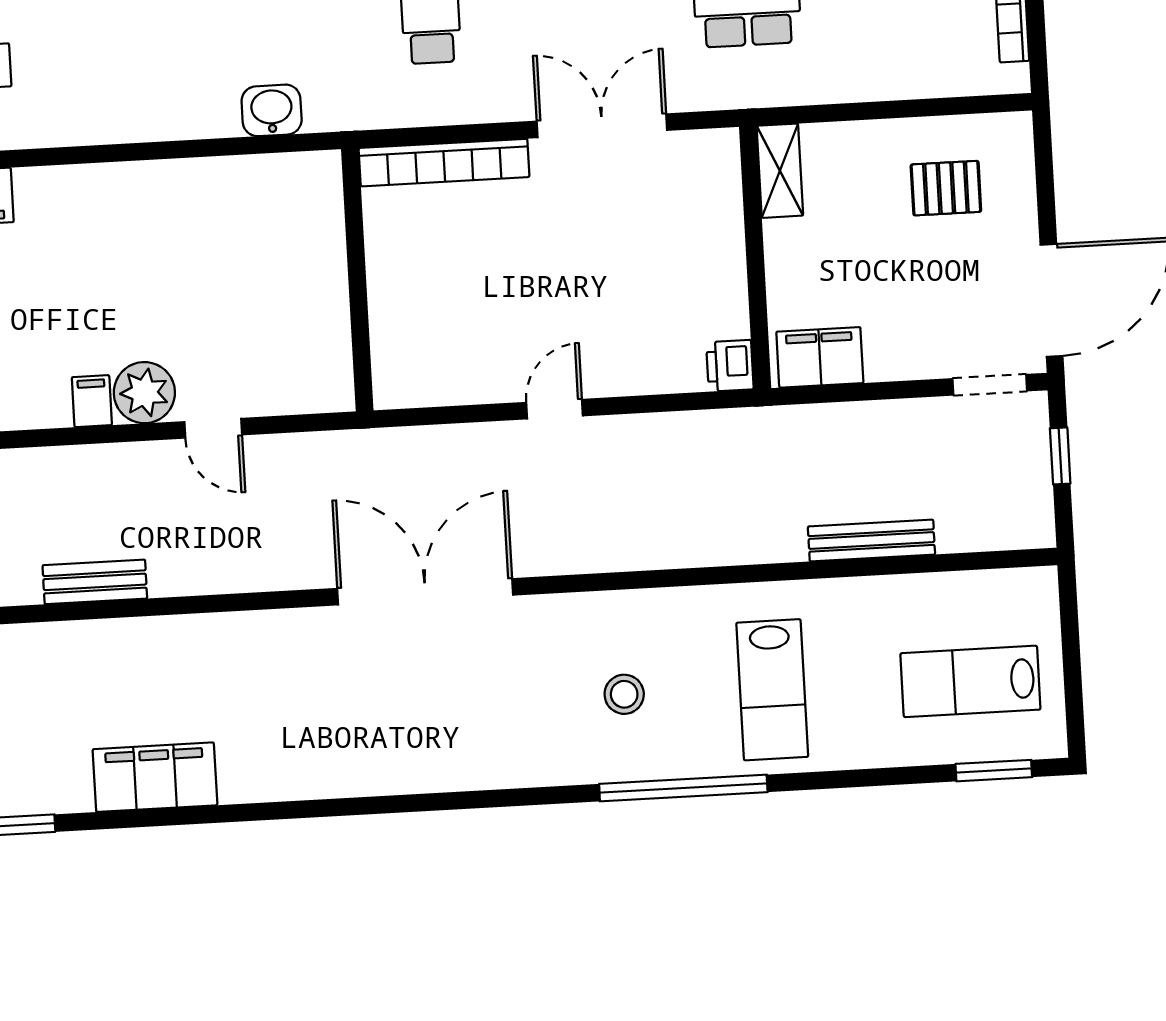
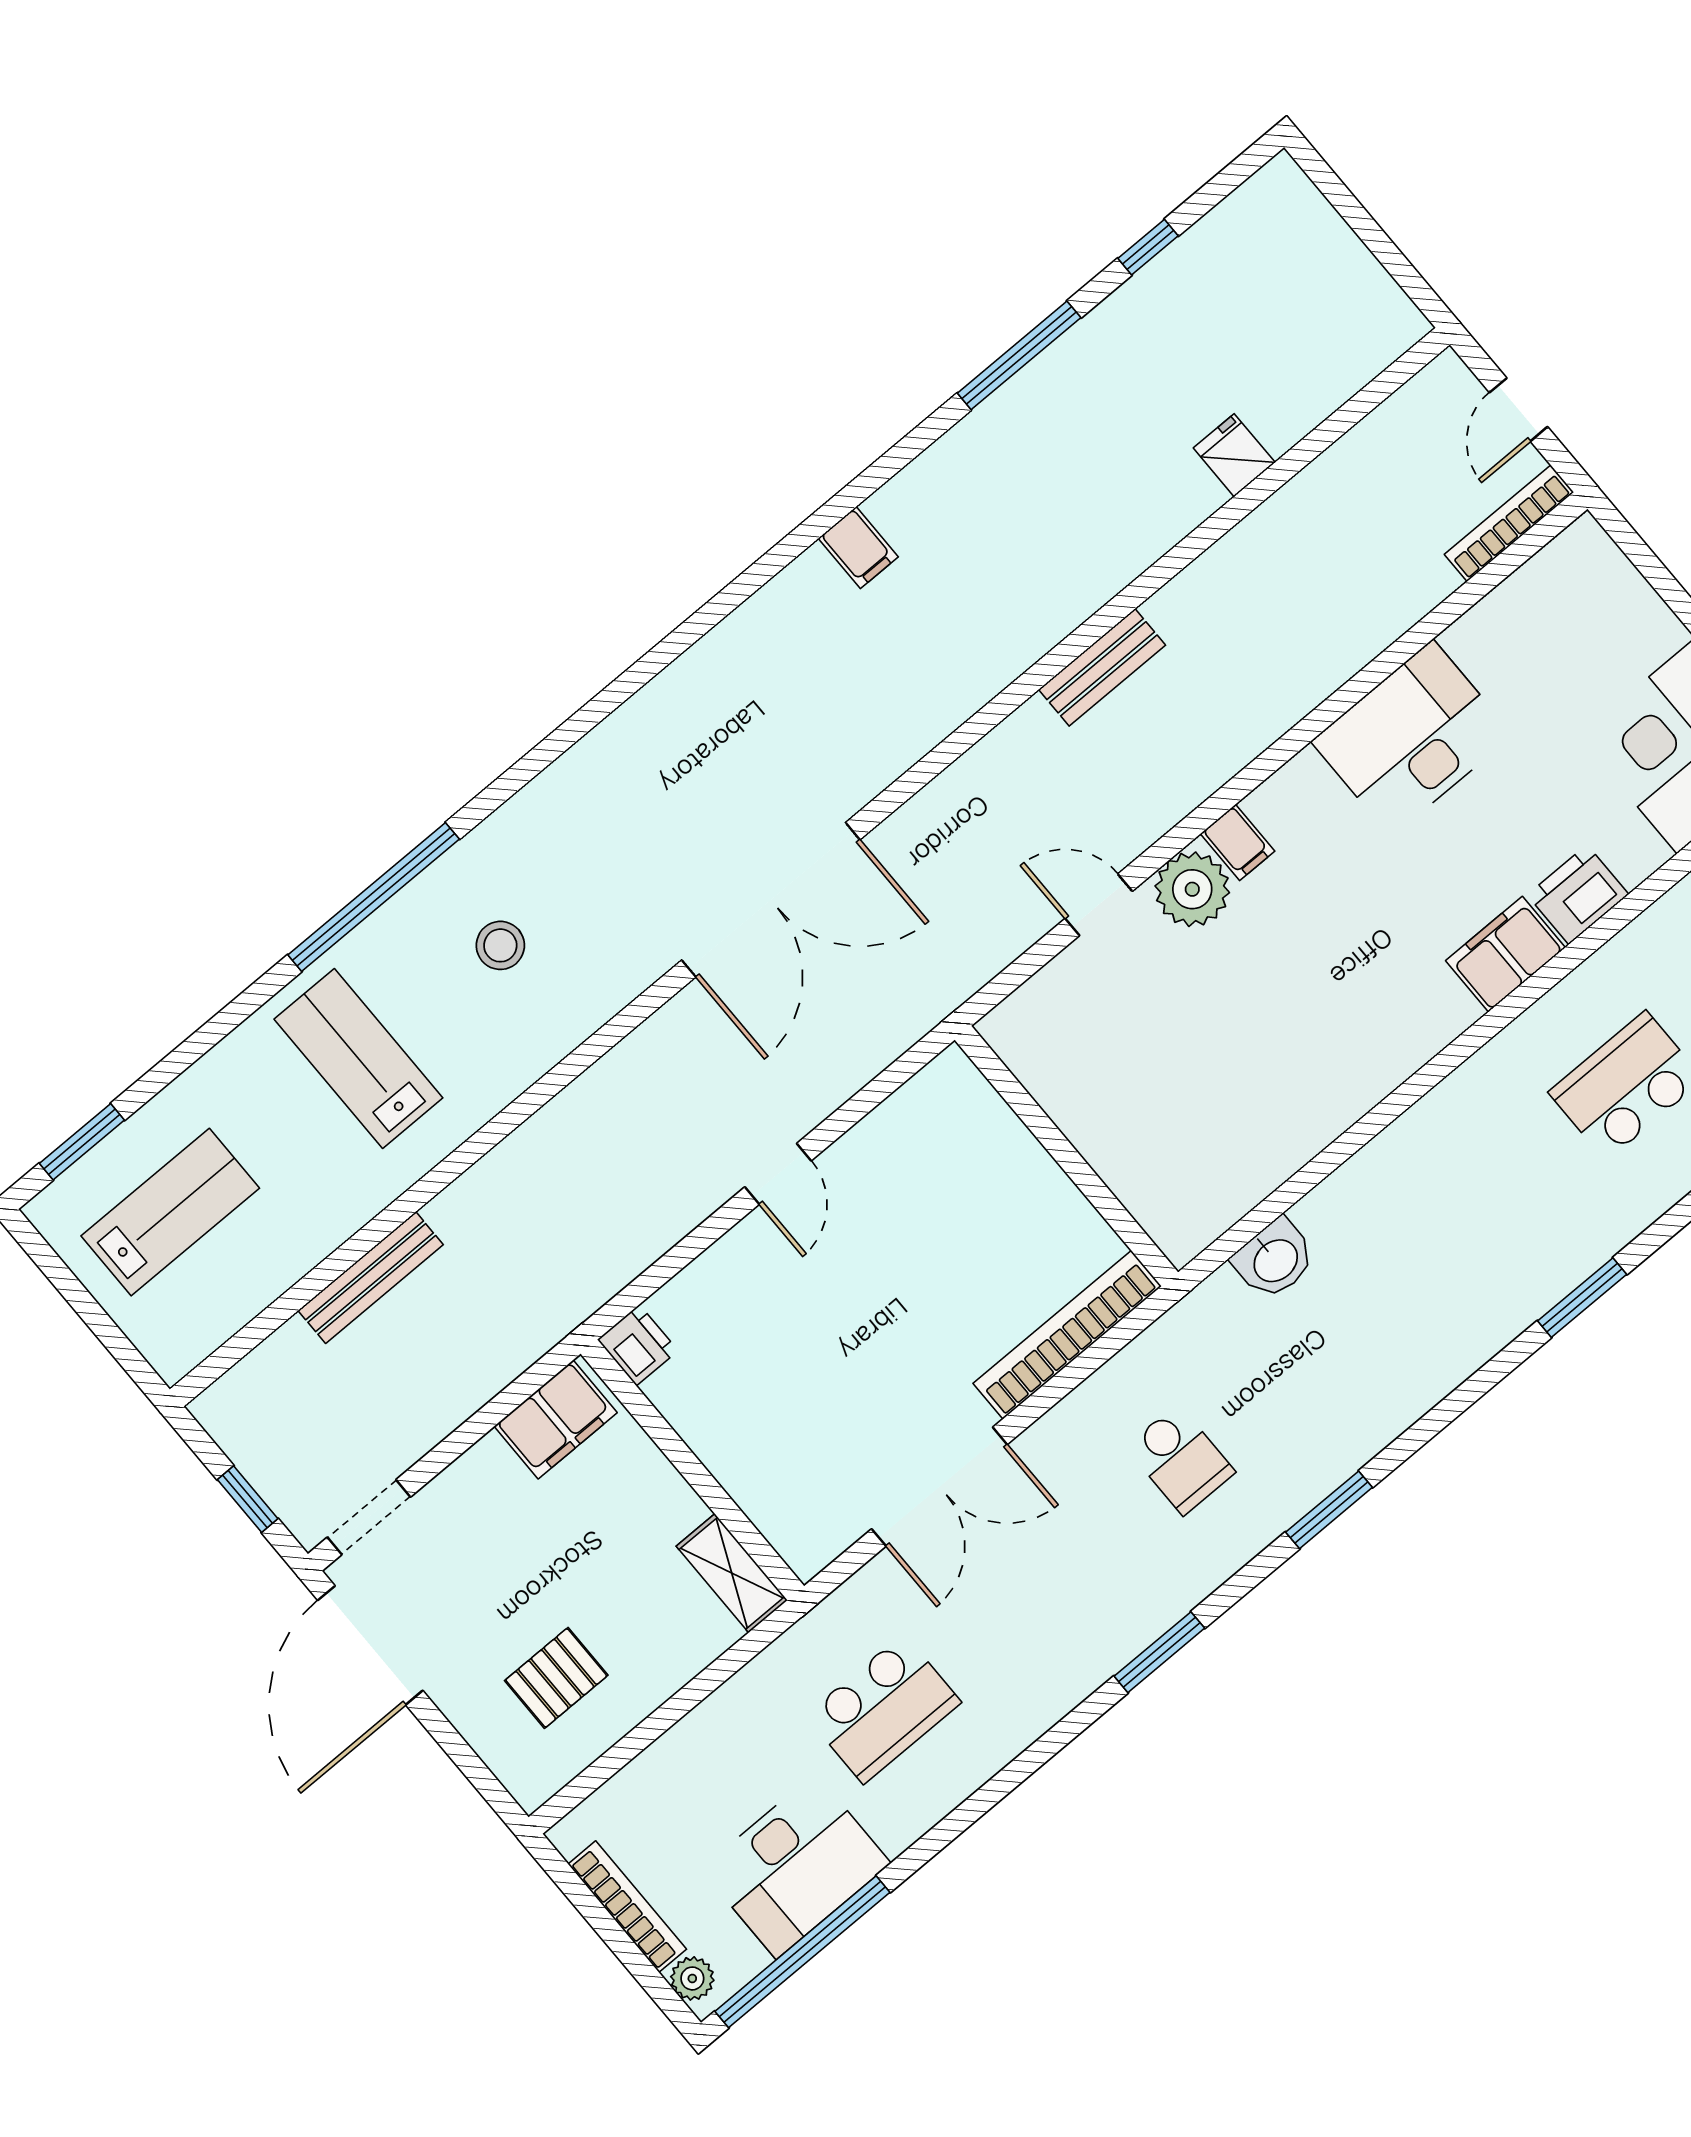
filing cabinet: (155, 777) -> (858, 547), width x0.33, depth x0.86

